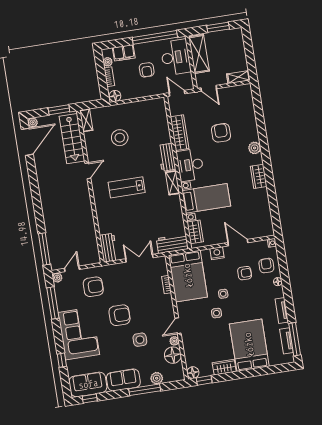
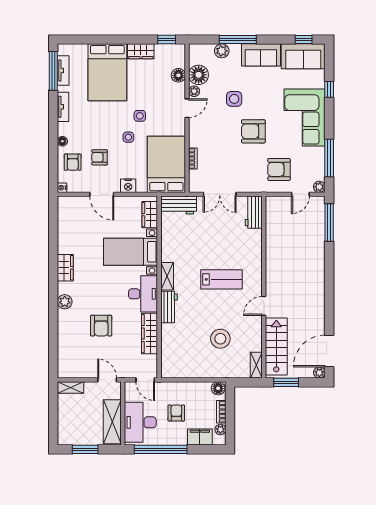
floor lamp: (193, 373) -> (178, 75), moved

